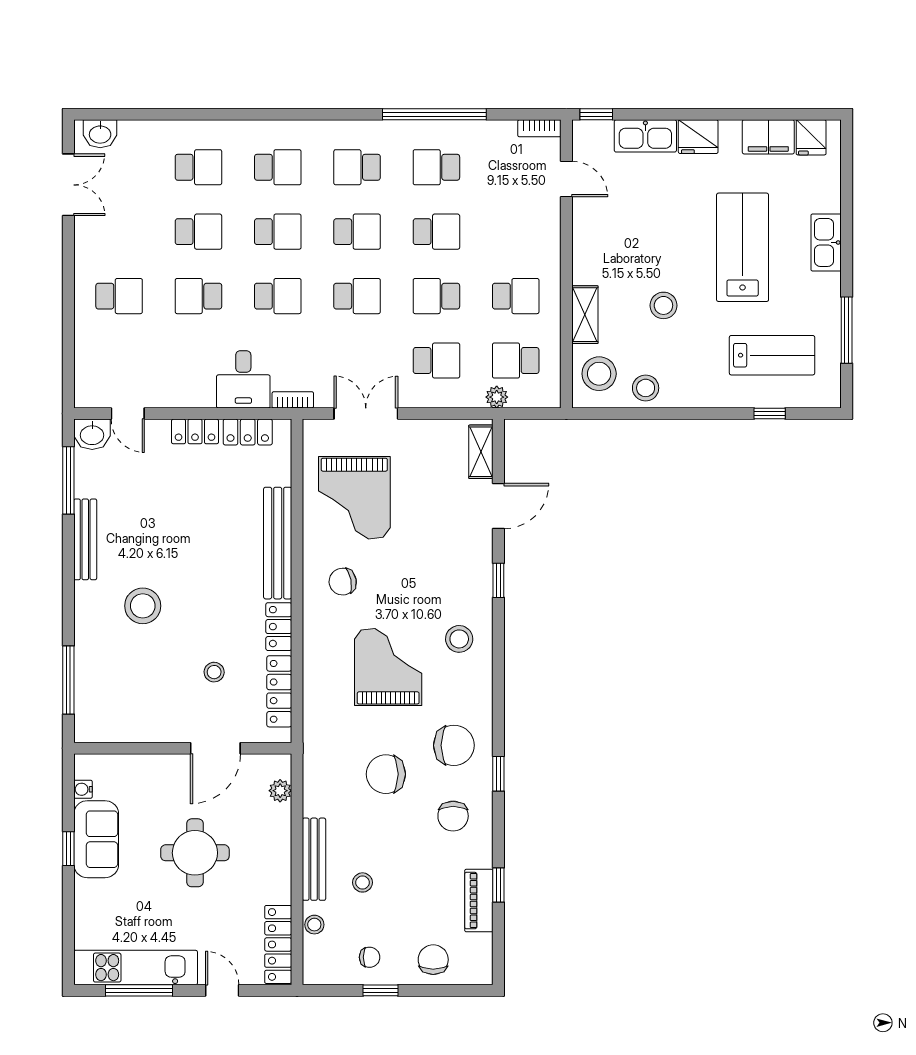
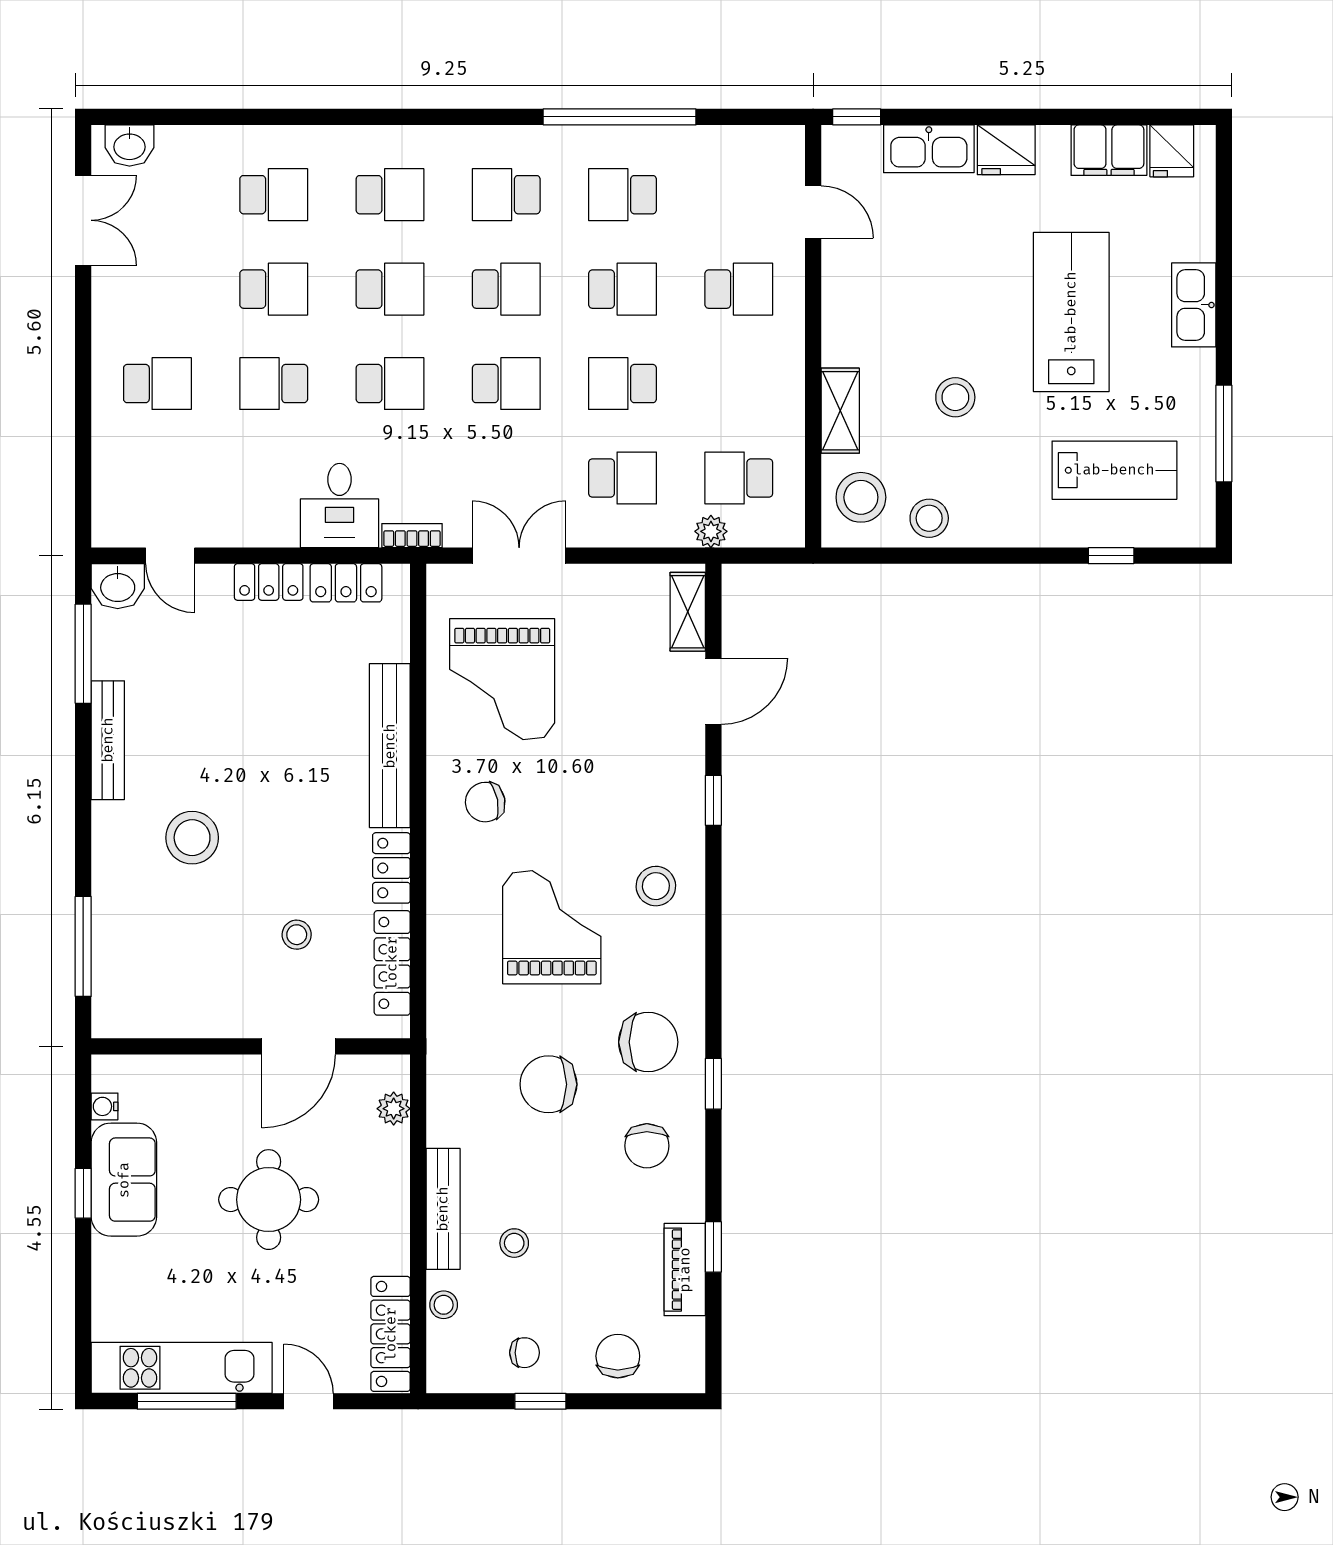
bookcase: (539, 128) -> (773, 138), removed
school desk: (516, 296) -> (739, 289), moved

